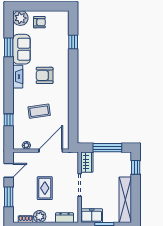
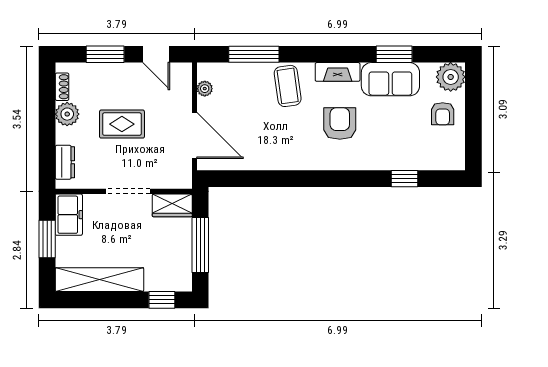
coffee table: (39, 111) -> (288, 86), moved
window: (9, 120) -> (254, 54), width x2.17

